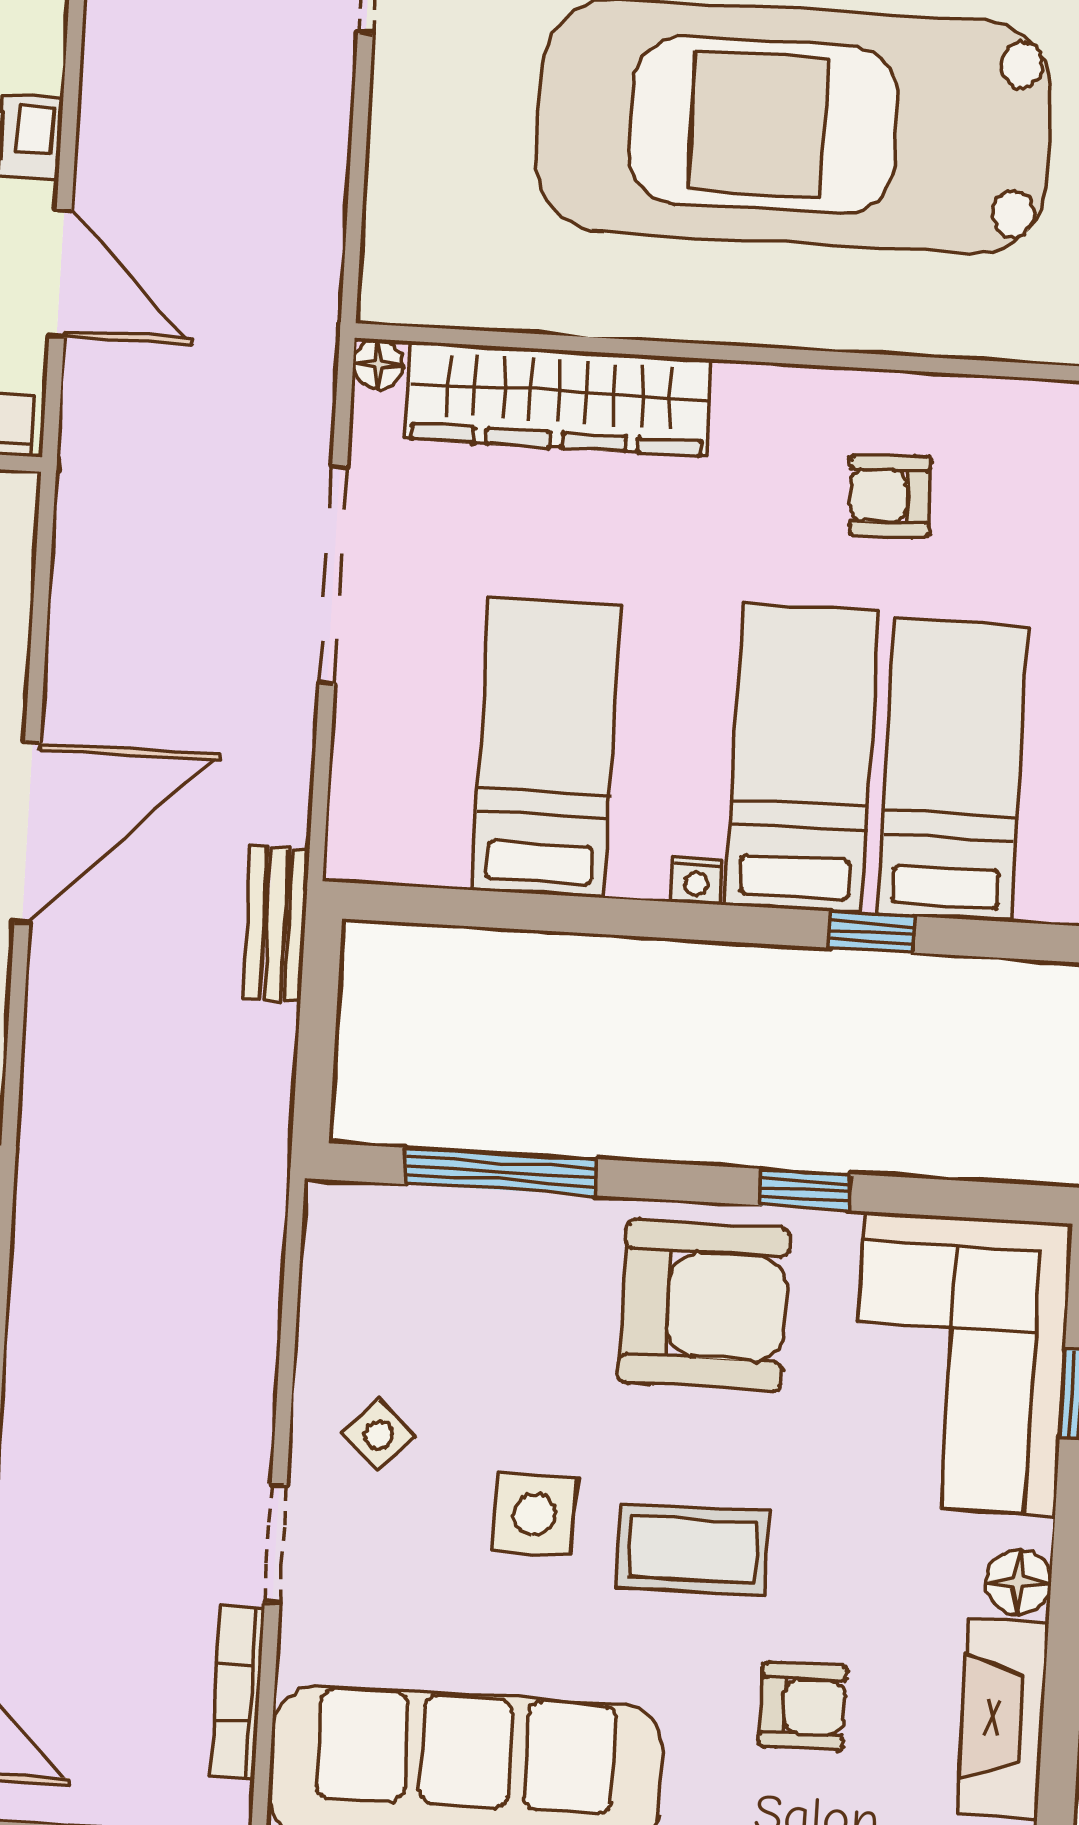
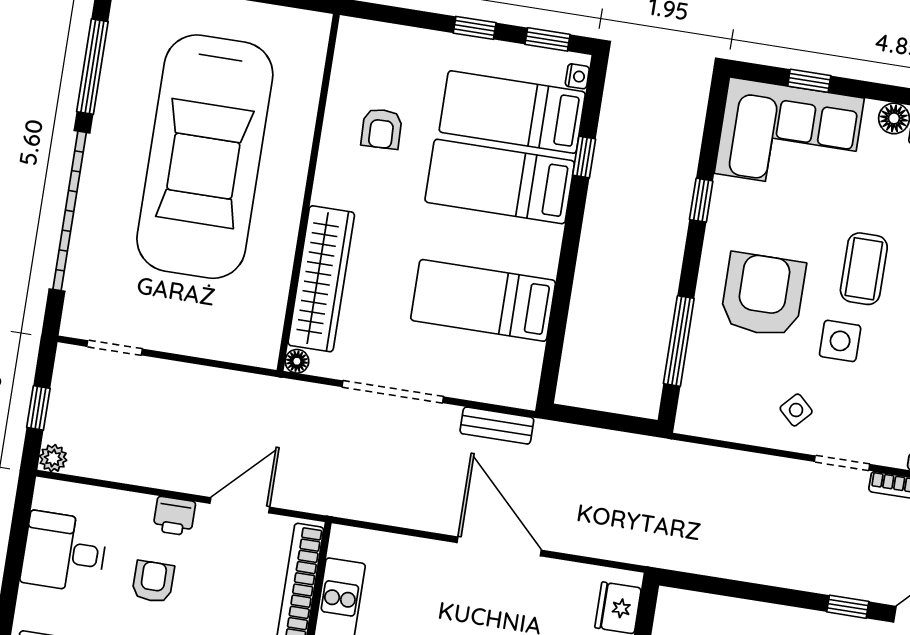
nightstand: (697, 880) -> (577, 76), moved
bench: (276, 924) -> (497, 426), moved
armchair: (704, 1305) -> (763, 295), moved

